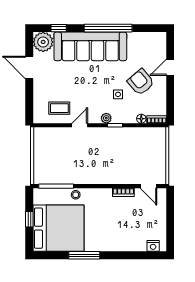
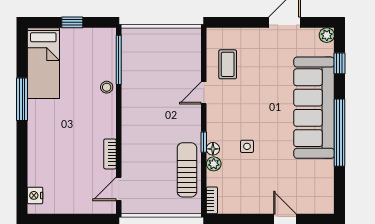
plant: (43, 42) -> (327, 35), width x0.53, depth x0.53
armchair: (141, 82) -> (264, 178), removed
plant: (106, 118) -> (214, 164), moved
floor lamp: (141, 119) -> (213, 149), moved
door: (80, 125) -> (204, 93), swing flipped
sun lounger: (135, 137) -> (187, 170), added
bed: (59, 228) -> (43, 63), width x0.49

